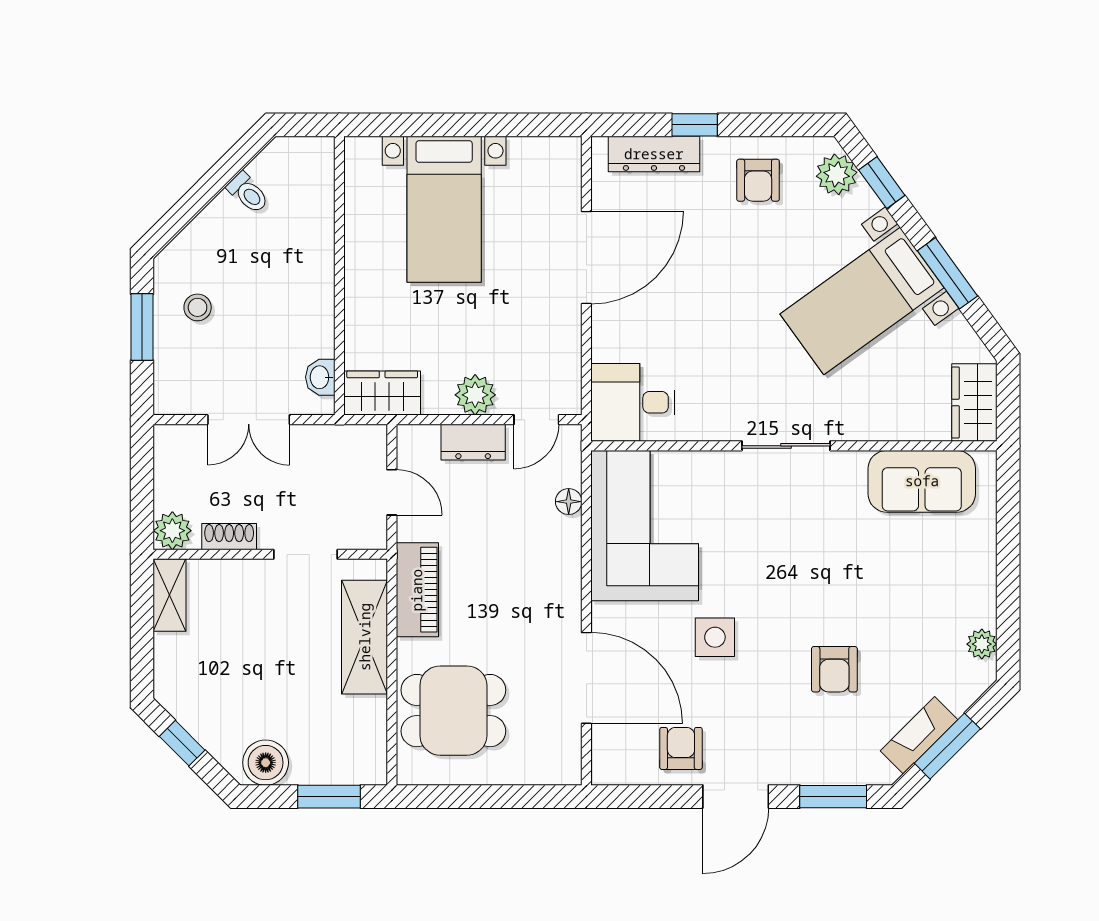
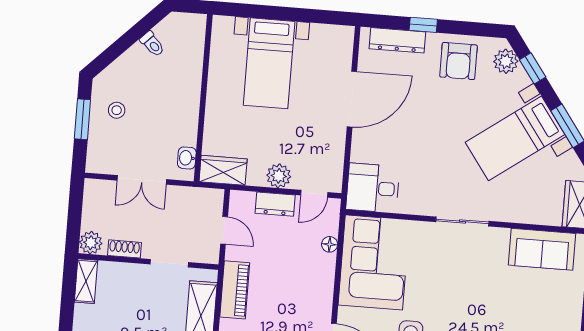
armchair: (758, 180) -> (459, 61), width x1.38, depth x1.38

